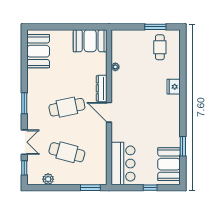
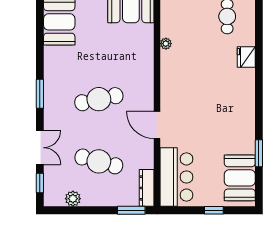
fridge: (174, 87) -> (246, 57), moved
dresser: (102, 88) -> (147, 188), moved
door: (109, 112) -> (157, 125), moved

